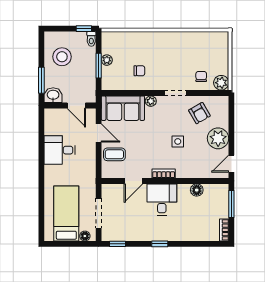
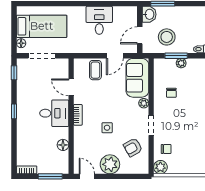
stool: (62, 57) -> (167, 37), moved

